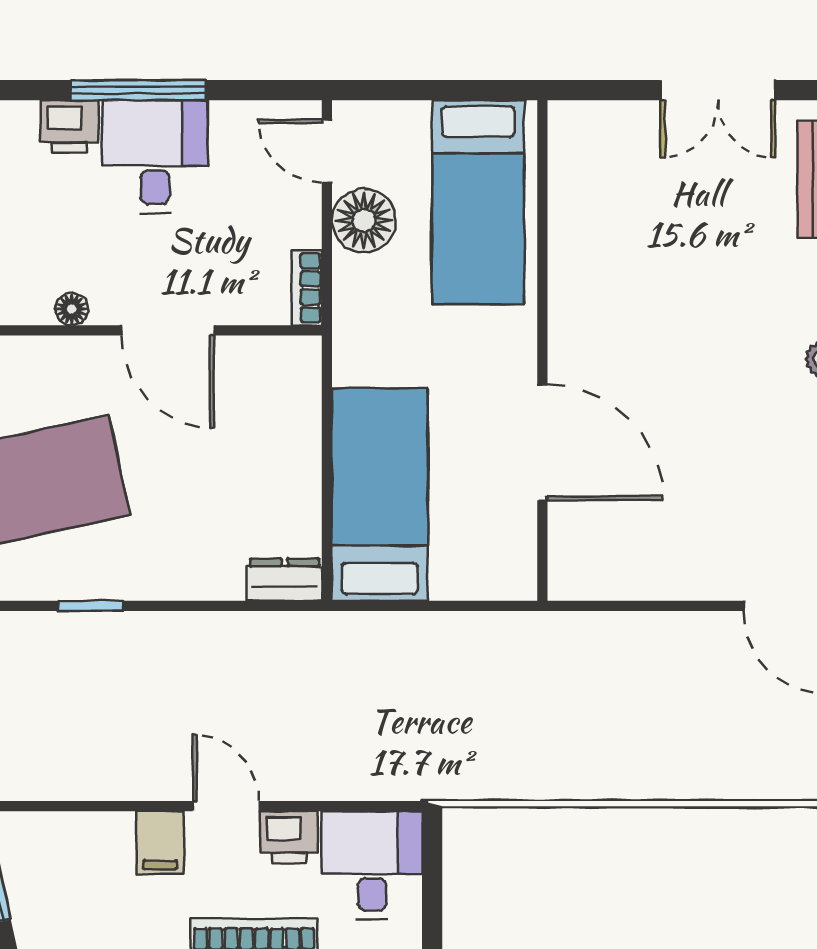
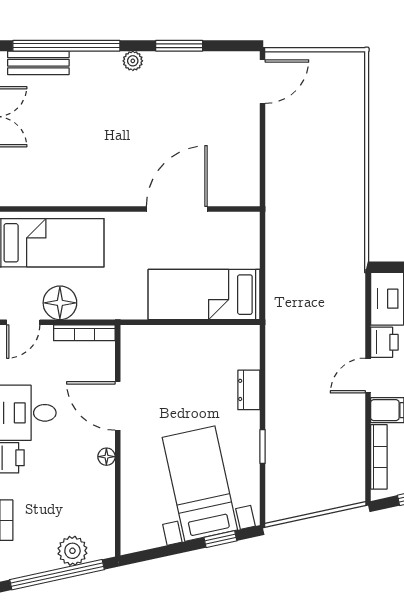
bookcase: (307, 288) -> (84, 333), width x1.56
door: (168, 330) -> (118, 406), swing flipped
dresser: (284, 580) -> (249, 390), moved
bookcase: (71, 827) -> (379, 457), added

